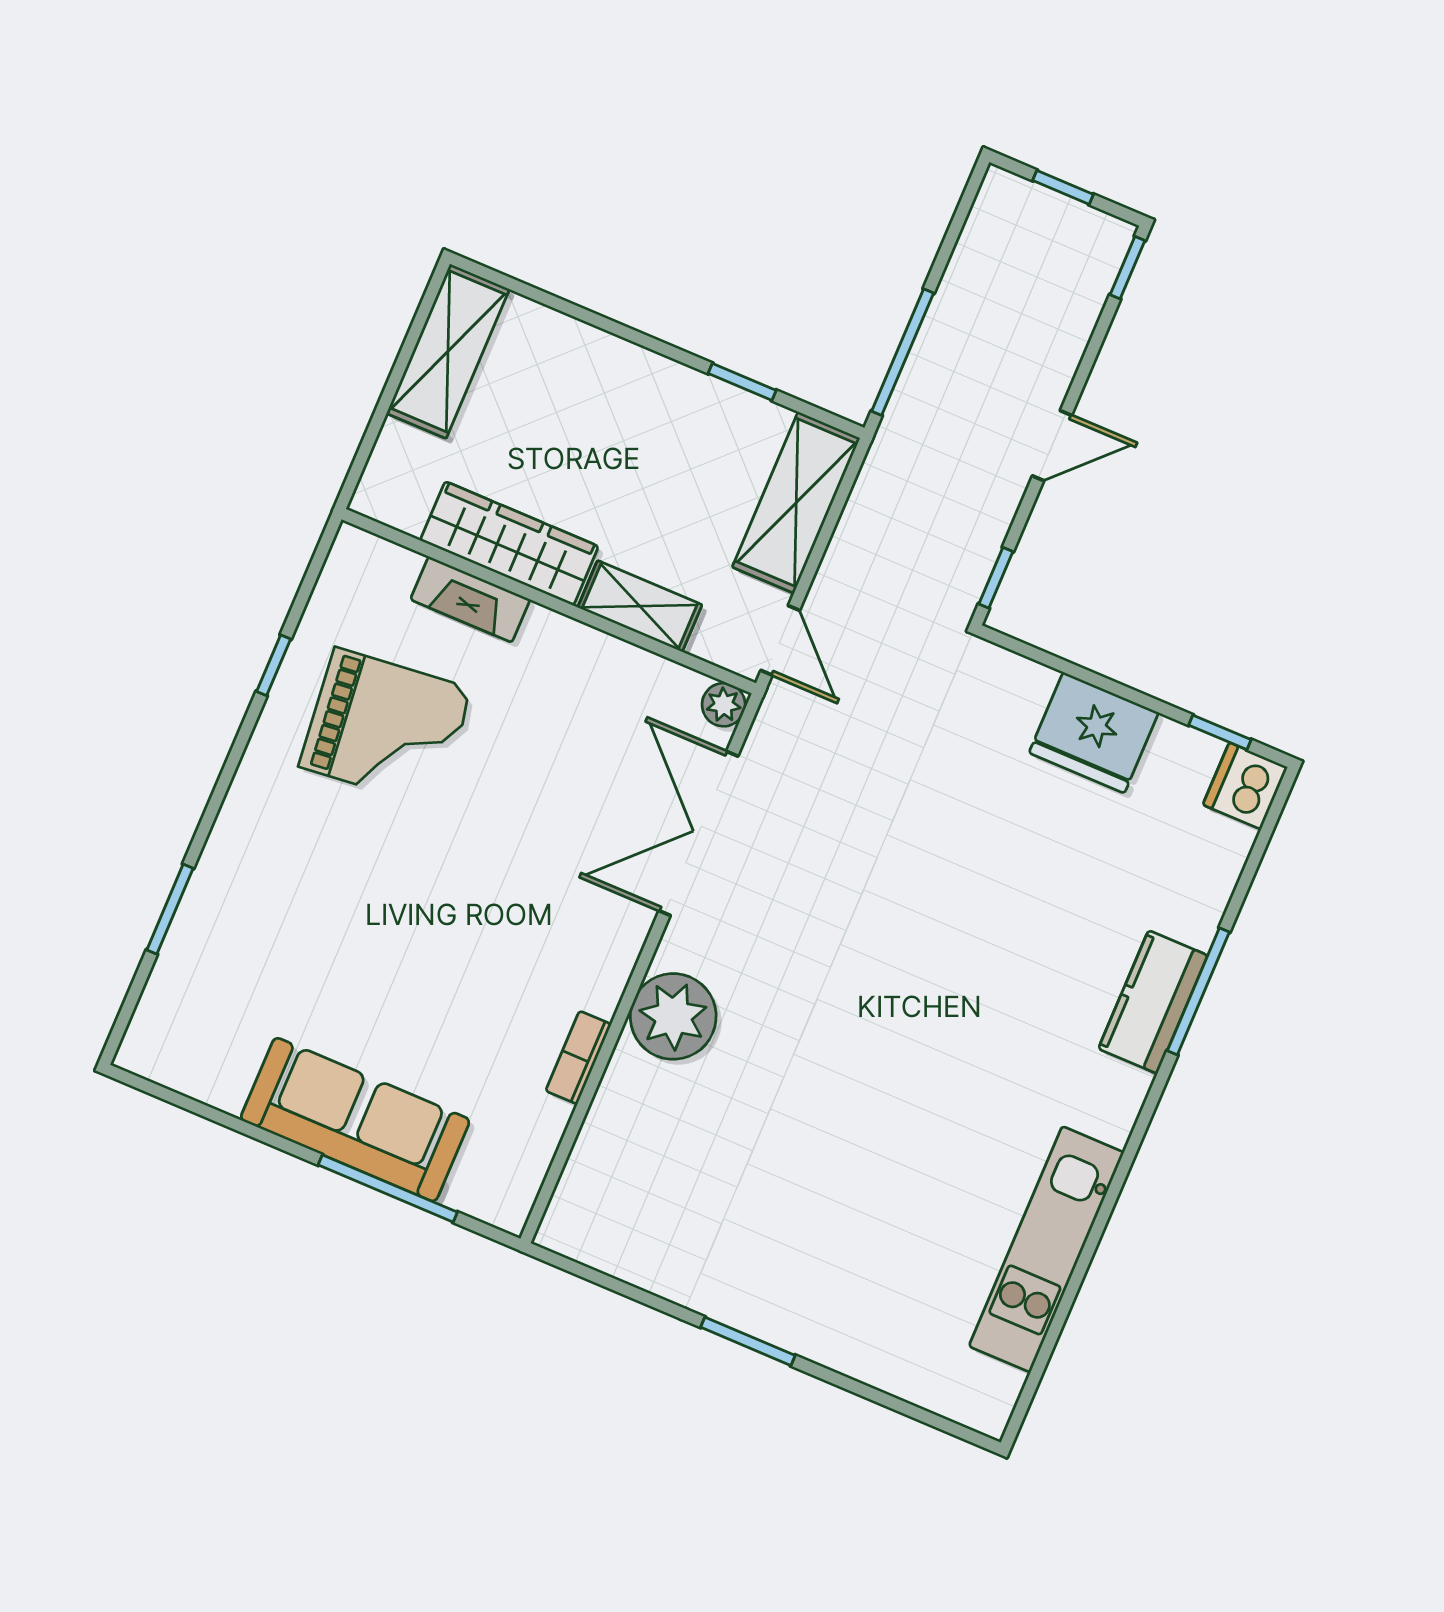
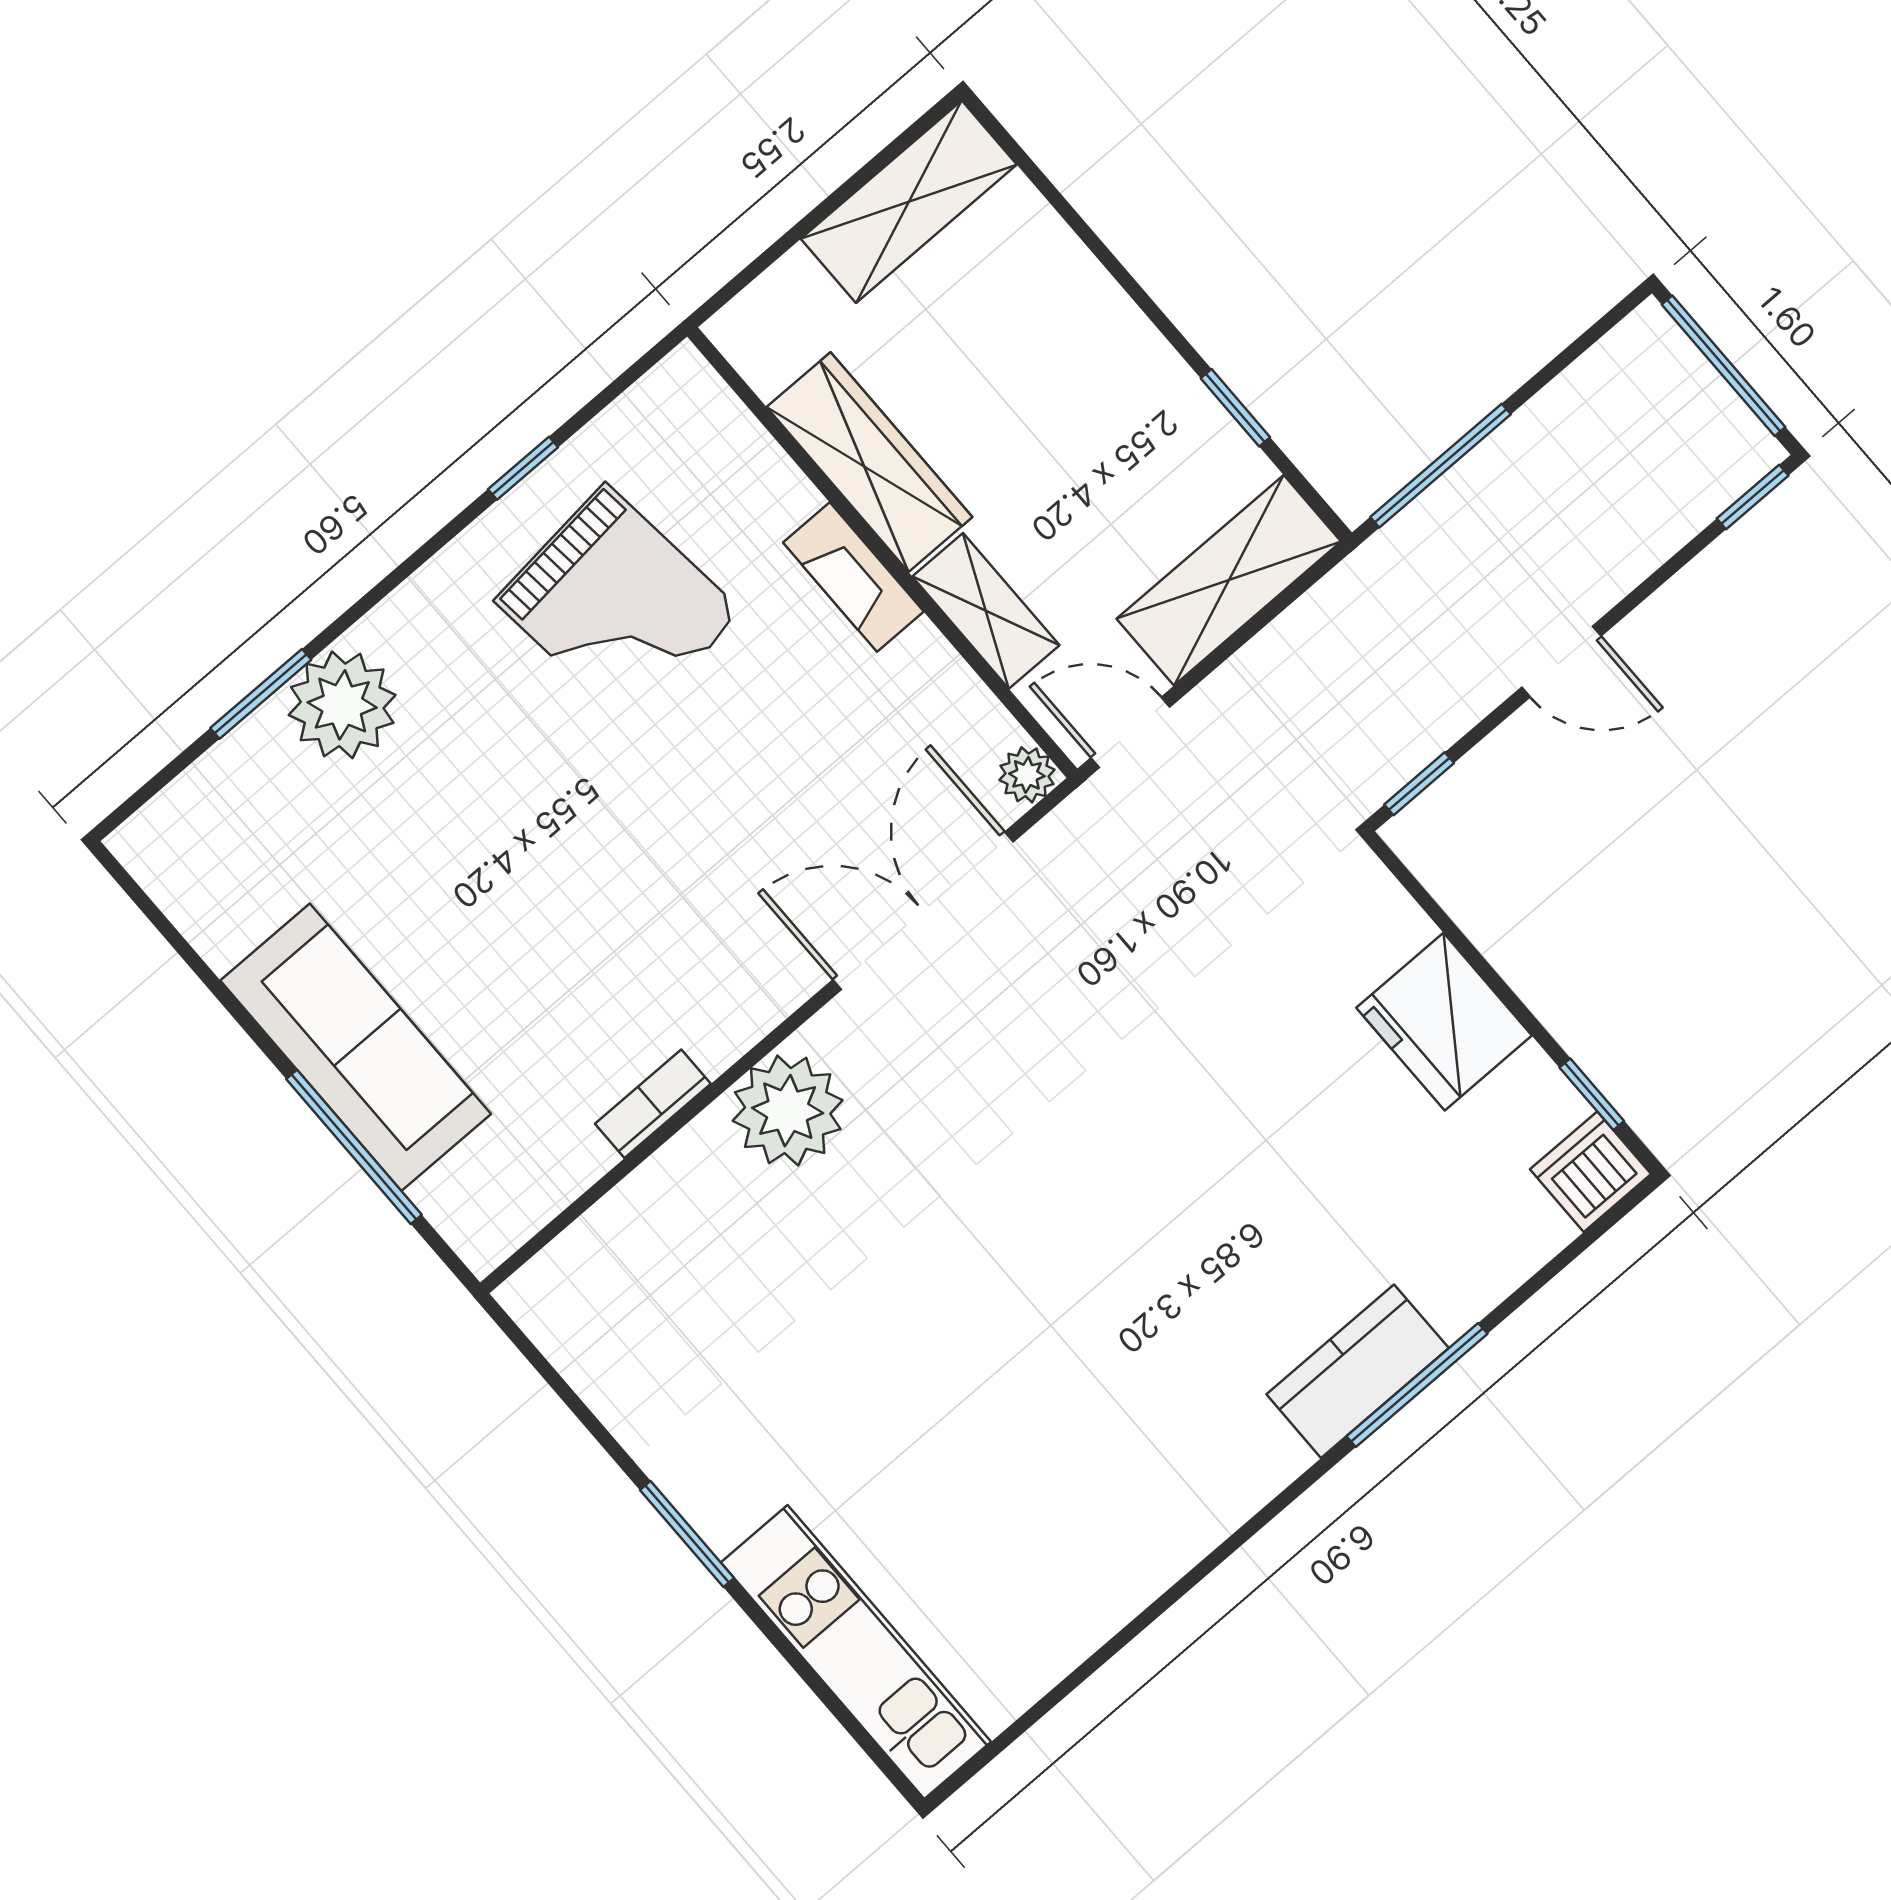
window: (1063, 187) -> (1724, 366), width x2.17
fireplace: (470, 599) -> (853, 577), moved
door: (780, 640) -> (1130, 732), swing flipped
plant: (230, 889) -> (342, 705), added
kitchen unit: (1046, 1249) -> (856, 1652), moved, turned 90

